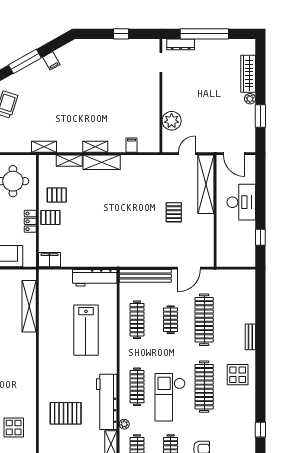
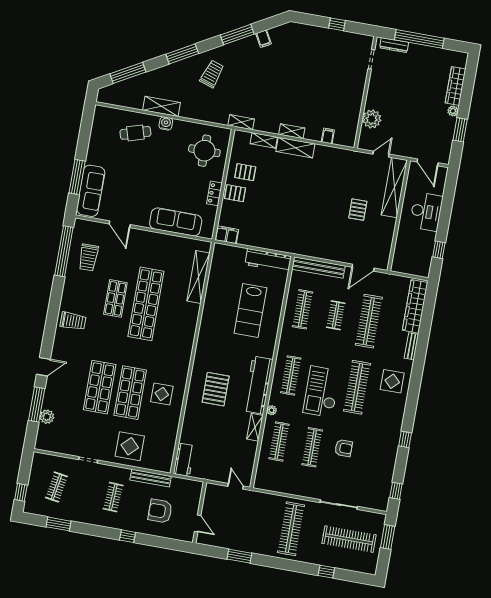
wardrobe: (247, 297) -> (415, 306), added
pallet: (66, 413) -> (216, 389), turned 90

